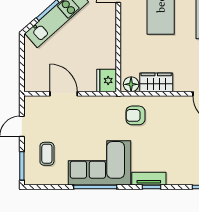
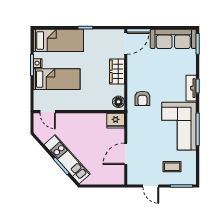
wardrobe: (156, 82) -> (117, 71), moved

